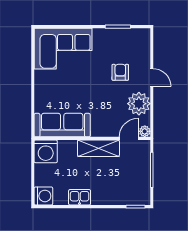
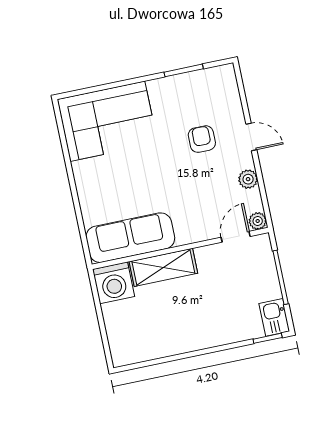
plant: (139, 104) -> (248, 179), width x0.53, depth x0.53
shelving: (98, 148) -> (163, 267), moved
washing machine: (43, 196) -> (124, 351), removed
kitchen sink: (80, 197) -> (274, 317), moved, turned -90

